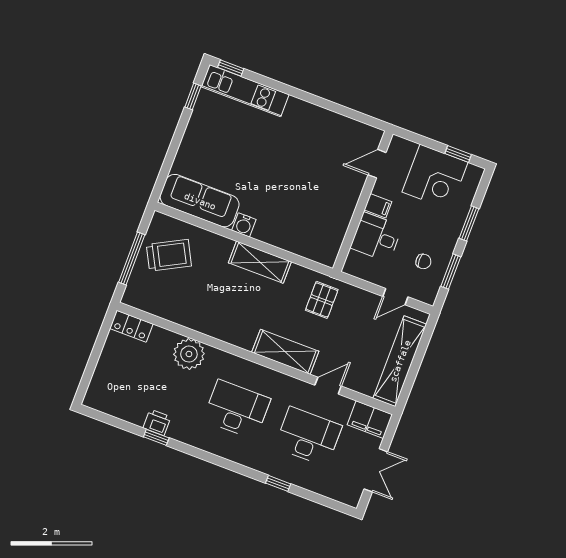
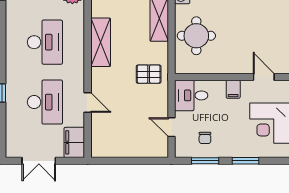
round table: (297, 226) -> (196, 36), added
desk: (376, 237) -> (191, 95), moved, turned -90
shelving: (285, 352) -> (101, 42), moved
shelving: (400, 361) -> (125, 148), removed

